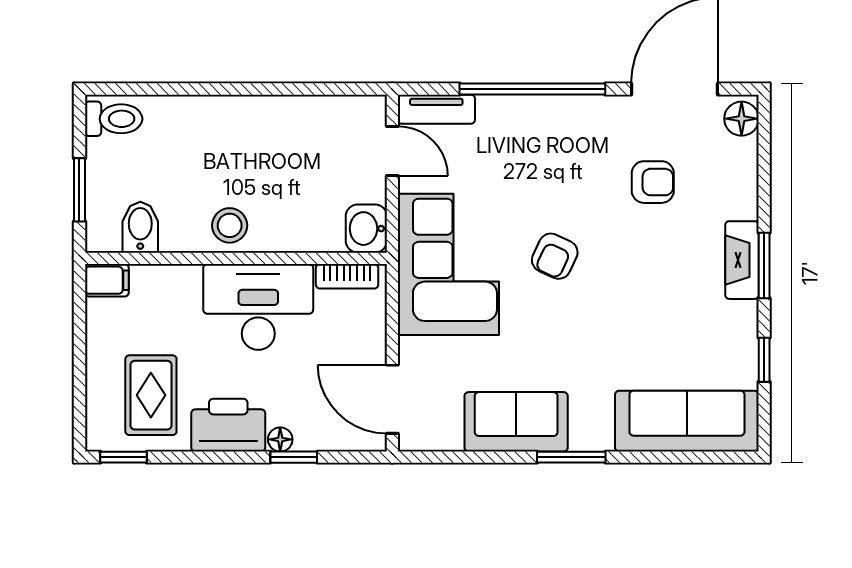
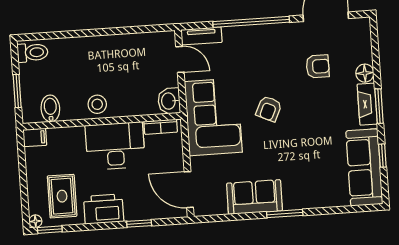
floor lamp: (742, 119) -> (365, 73), moved
sofa: (687, 421) -> (364, 167), moved, turned -90
floor lamp: (280, 439) -> (35, 221), moved

